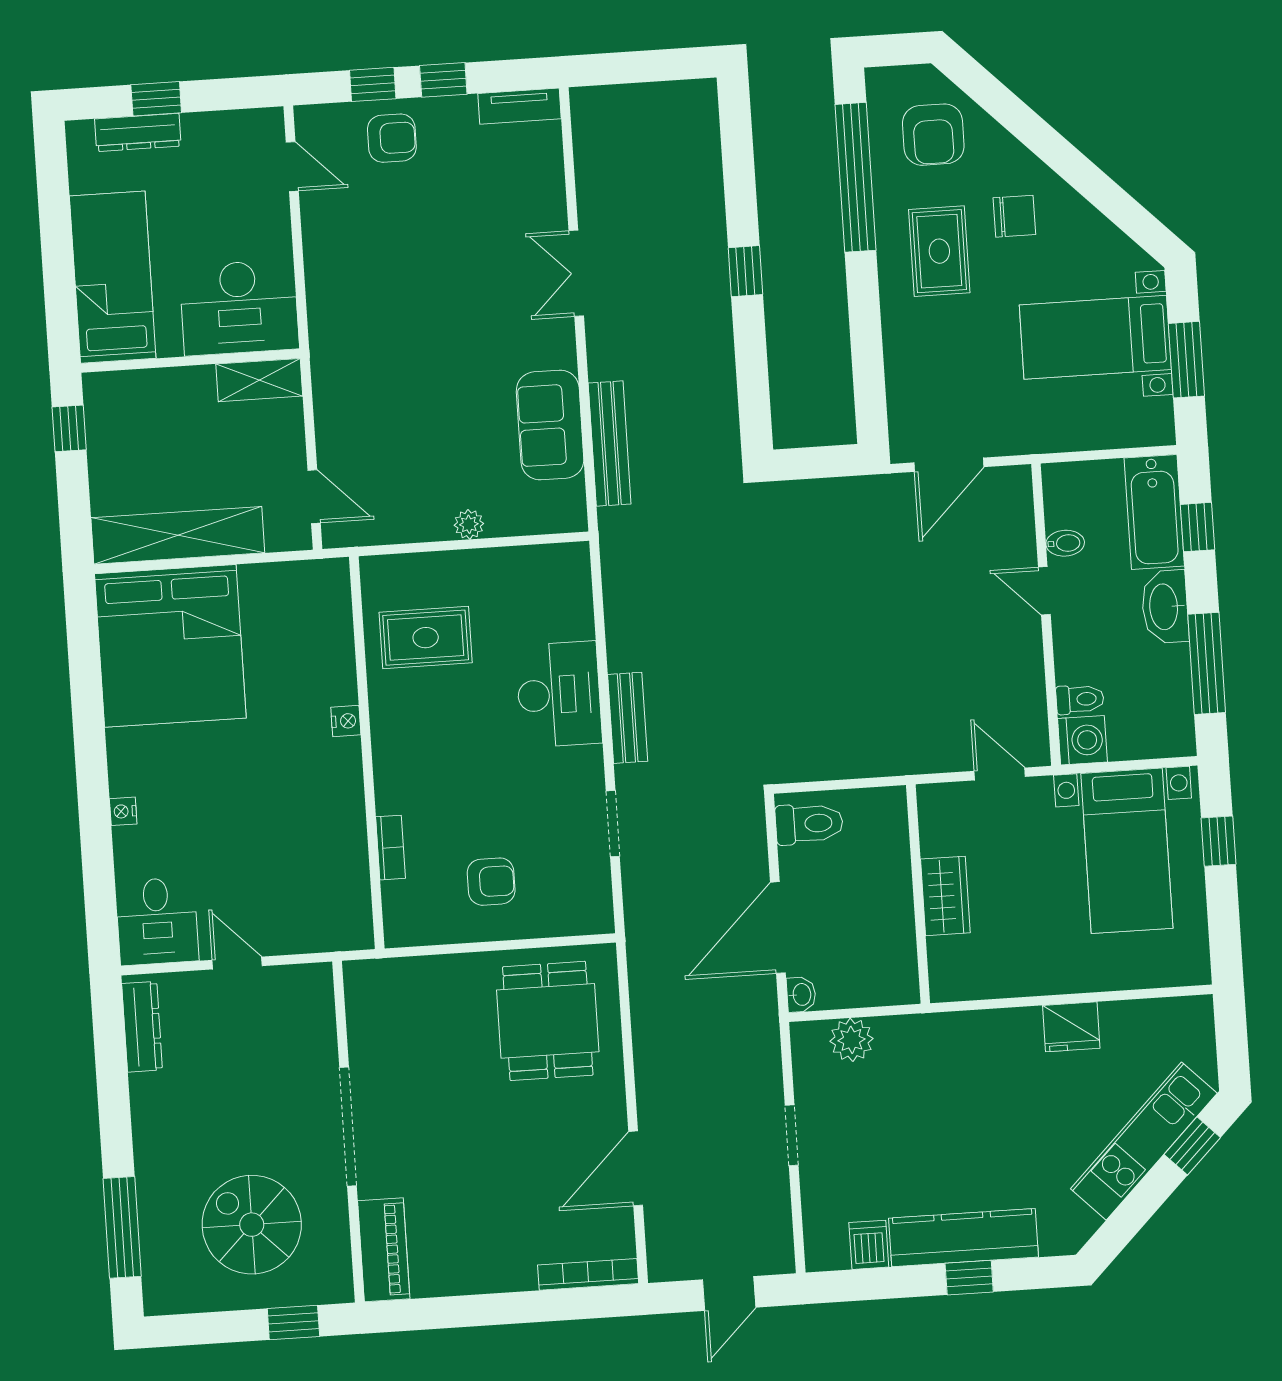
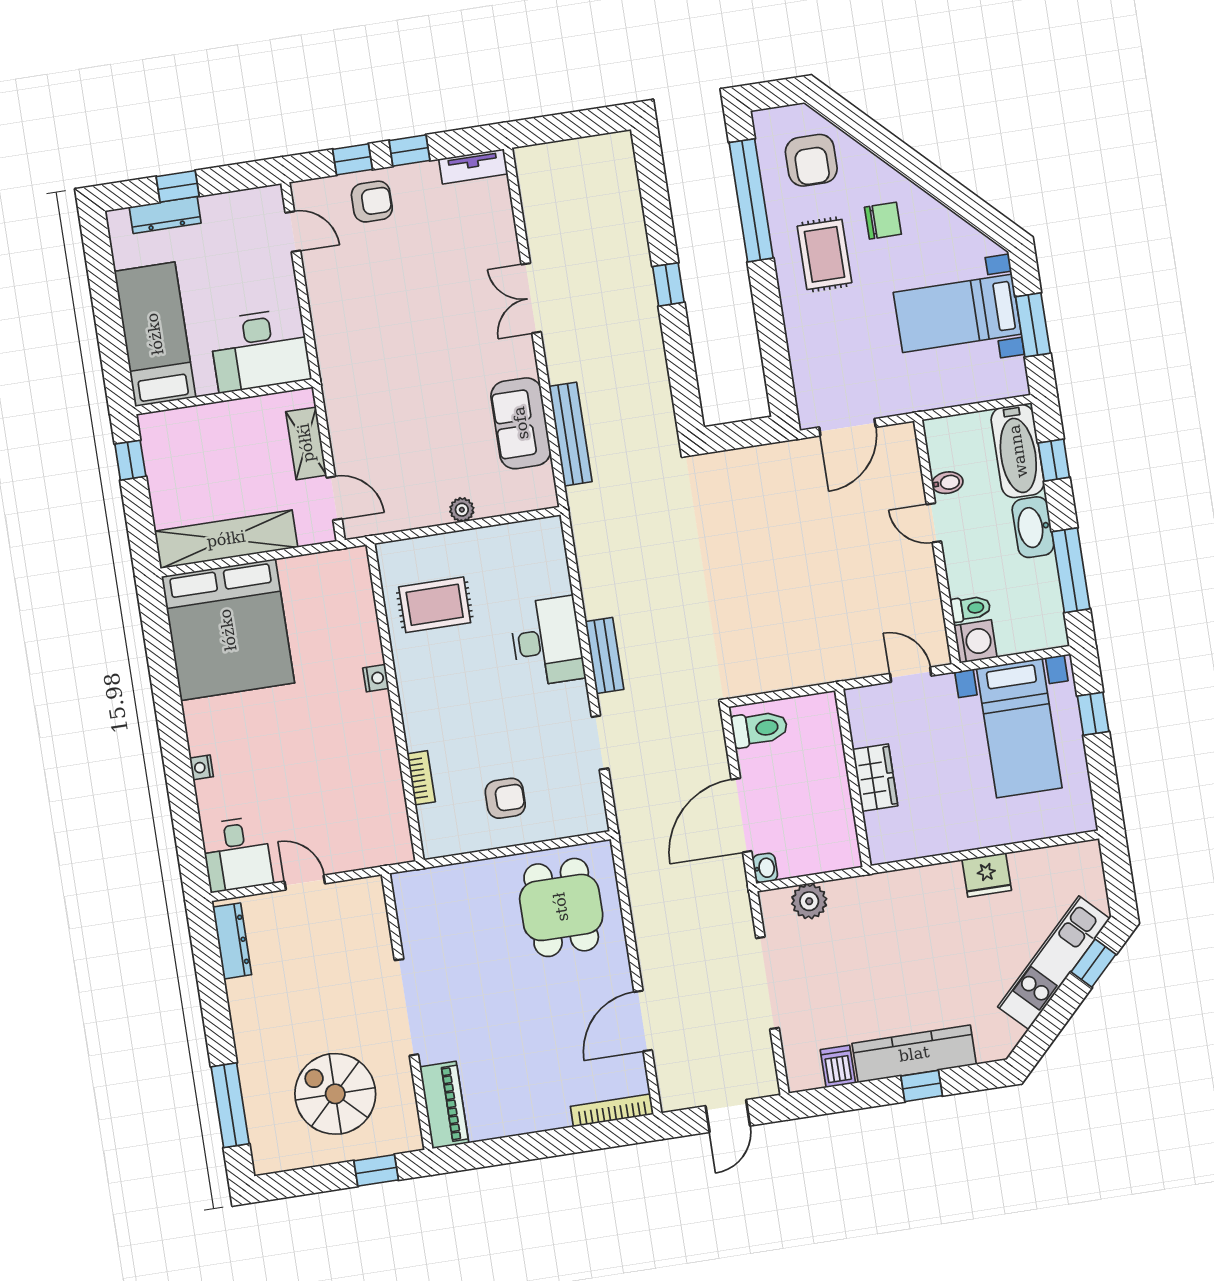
shelving: (259, 380) -> (306, 443), moved, turned 90
doorway: (792, 1135) -> (767, 983), width x1.87

